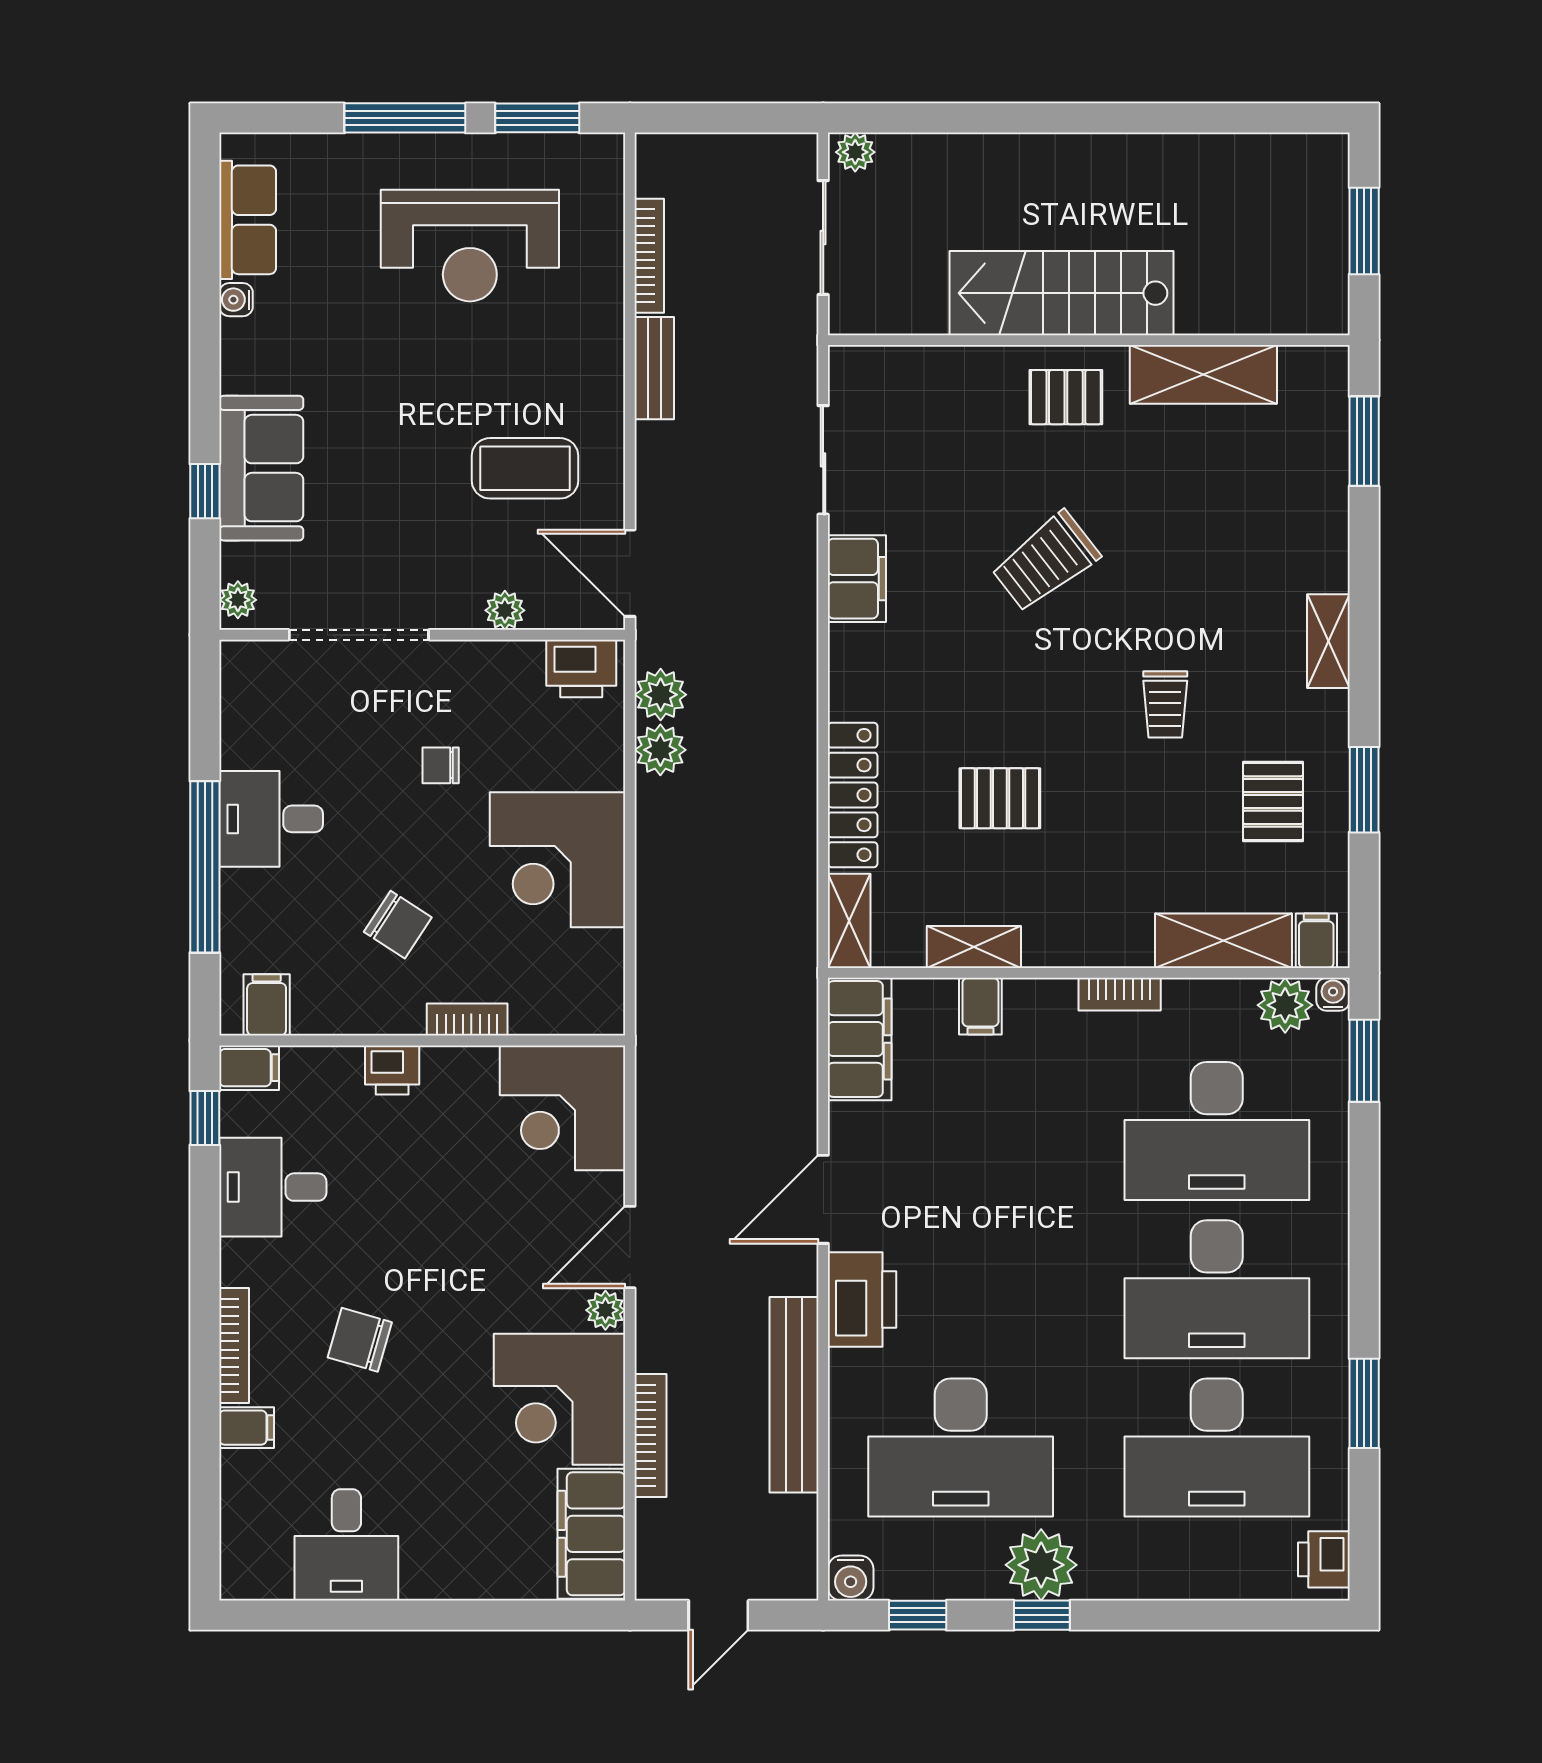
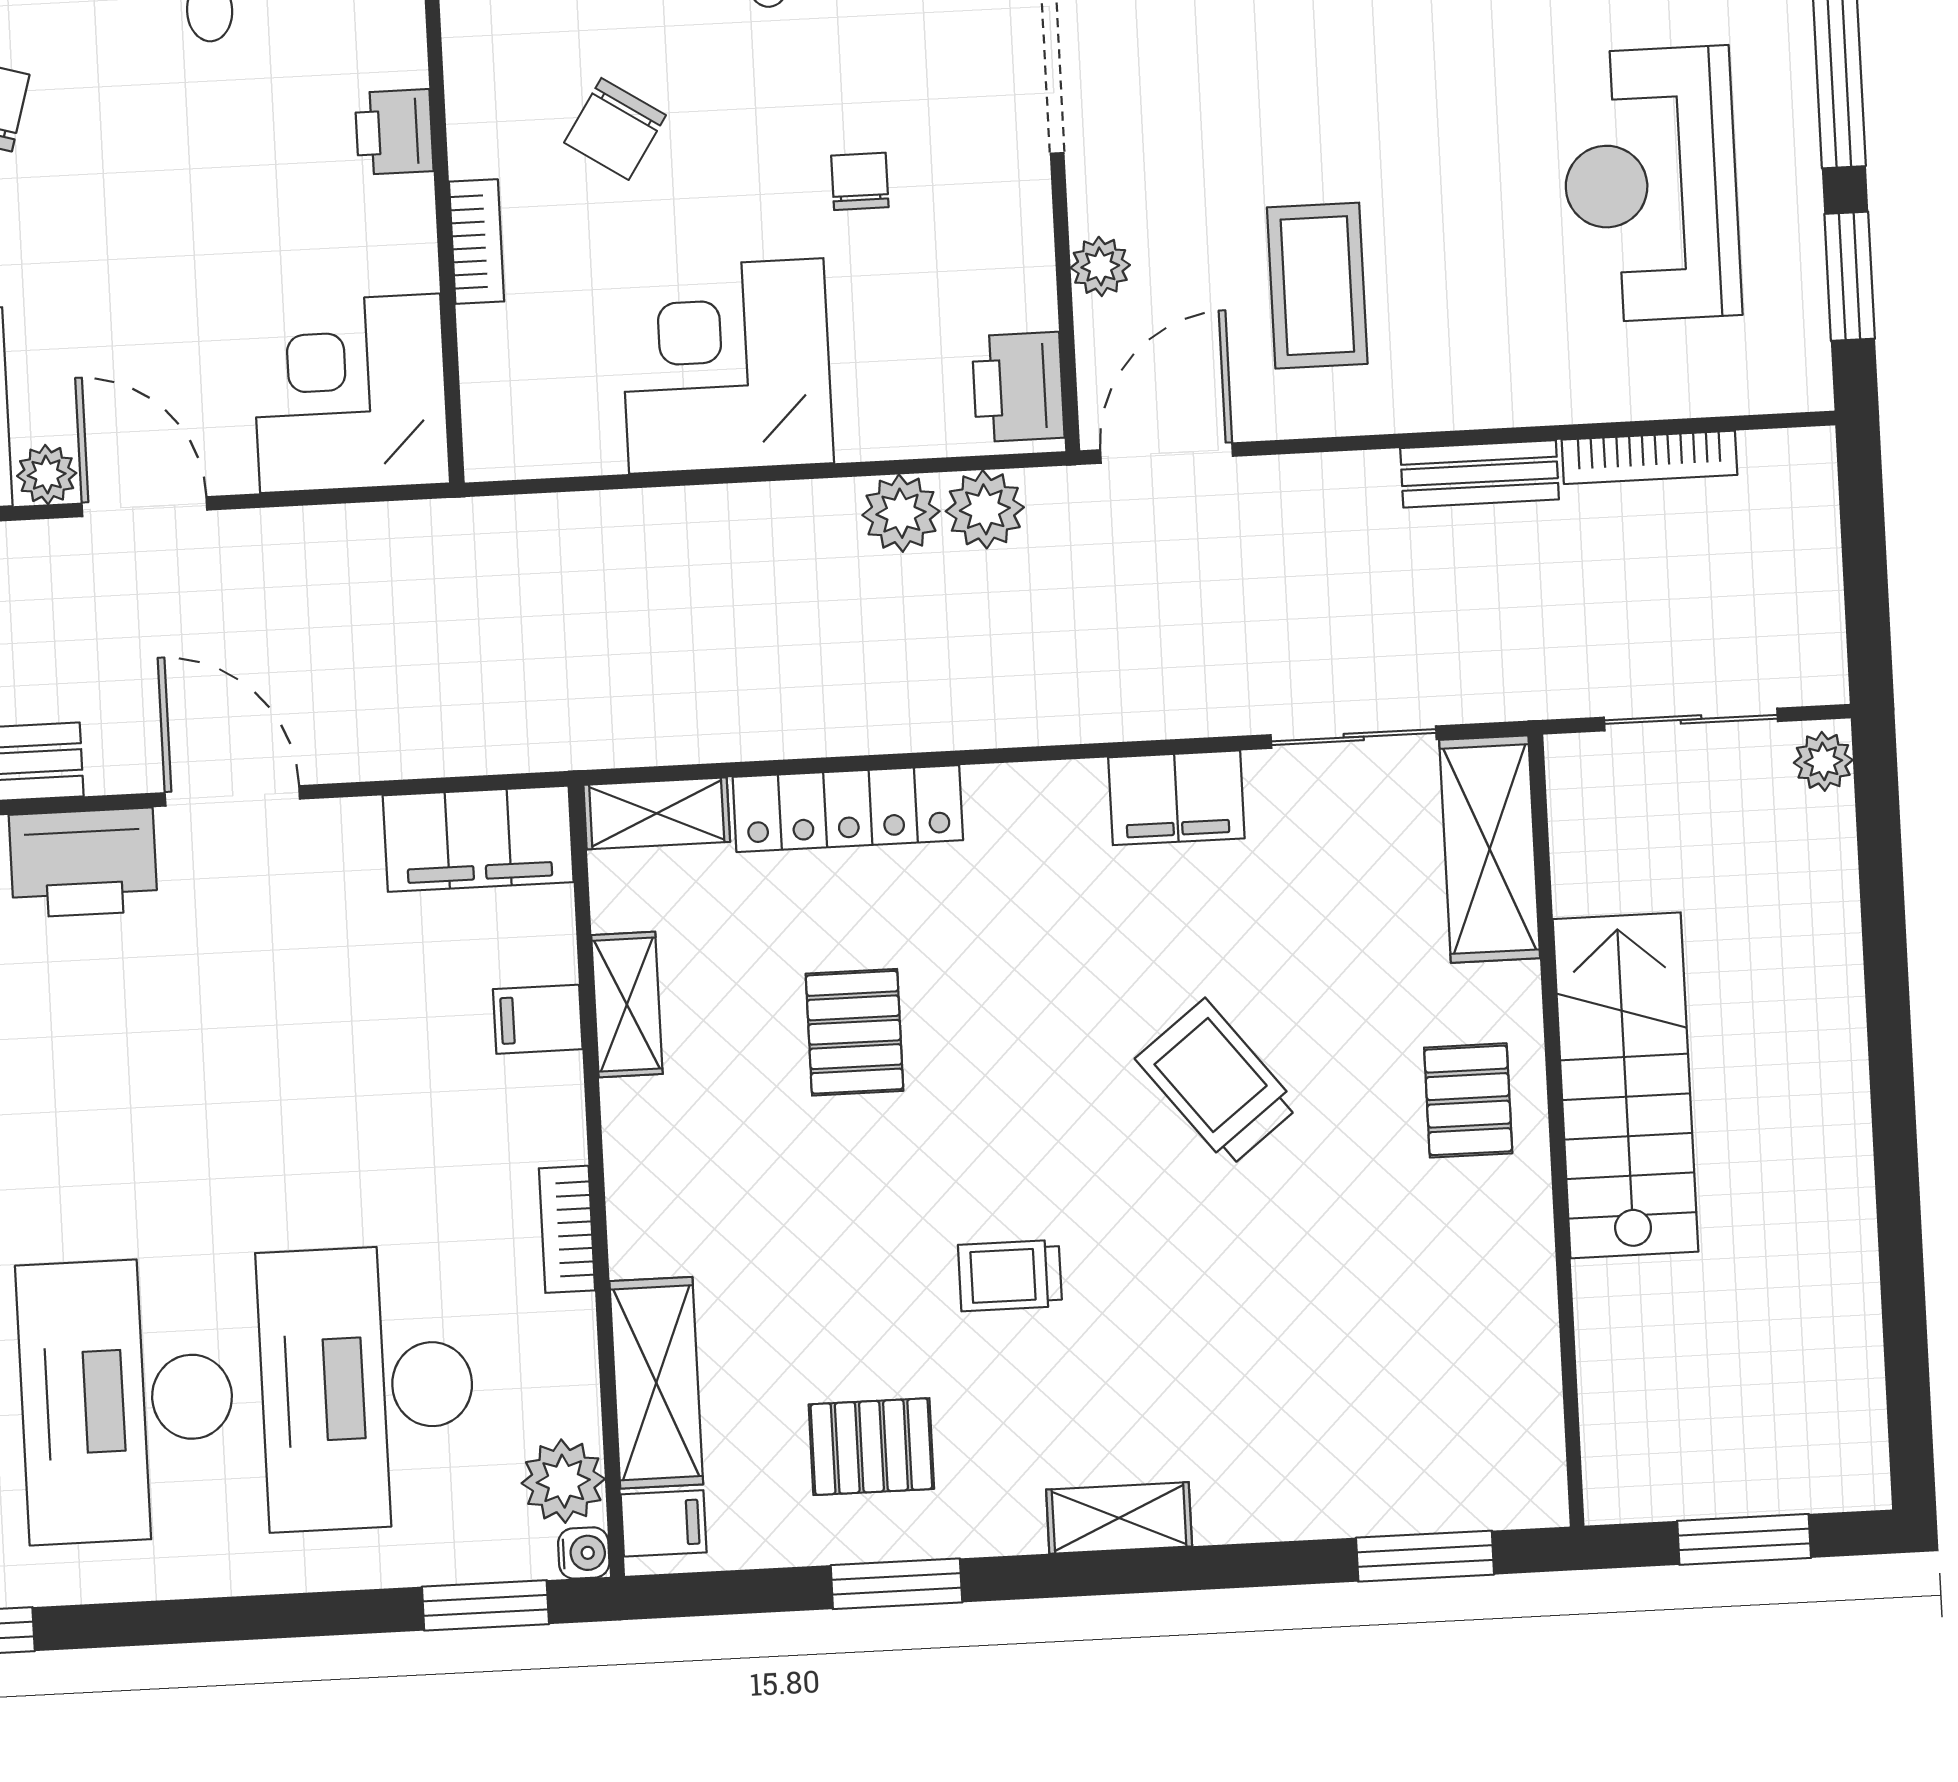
shelving: (1203, 374) -> (1490, 849), moved

